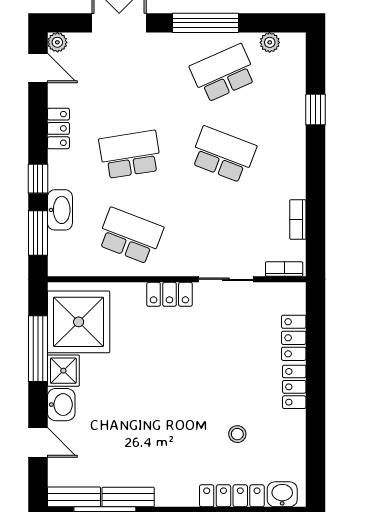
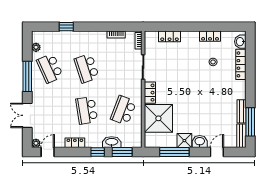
school desk: (223, 154) -> (87, 68), turned -39
shower: (79, 322) -> (158, 118), moved
locker: (294, 387) -> (210, 36), moved

